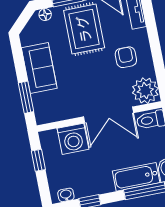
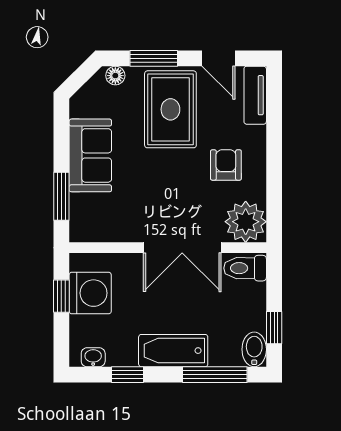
washing machine: (73, 139) -> (90, 293), moved, turned -90
bathtub: (136, 177) -> (173, 351), moved

